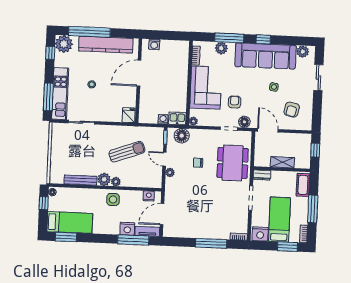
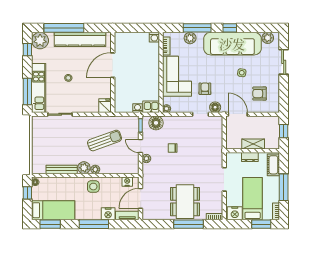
washing machine: (154, 44) -> (154, 37), moved
armchair: (292, 110) -> (260, 94), turned 78
dining table: (233, 163) -> (185, 202), moved
dresser: (262, 175) -> (250, 157), moved
window: (133, 240) -> (94, 224), moved

